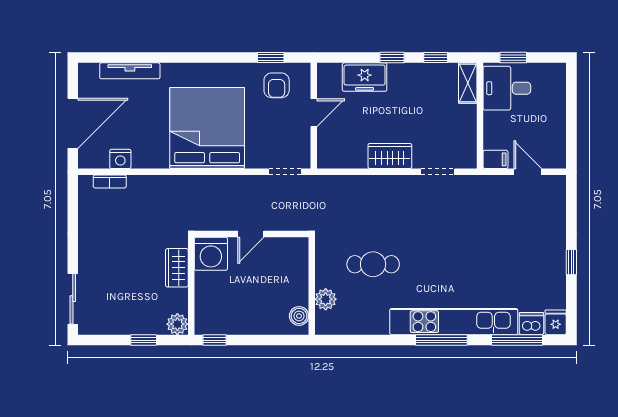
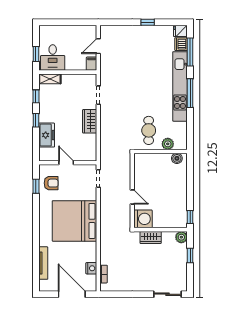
wall: (312, 286) -> (161, 151), moved
plant: (326, 299) -> (168, 144), moved
boiler: (299, 316) -> (177, 158), moved

